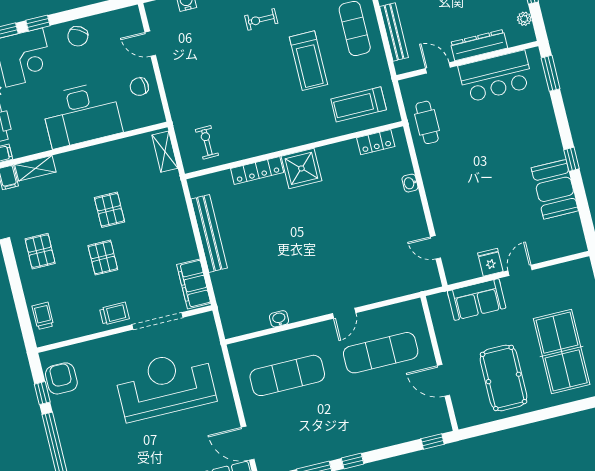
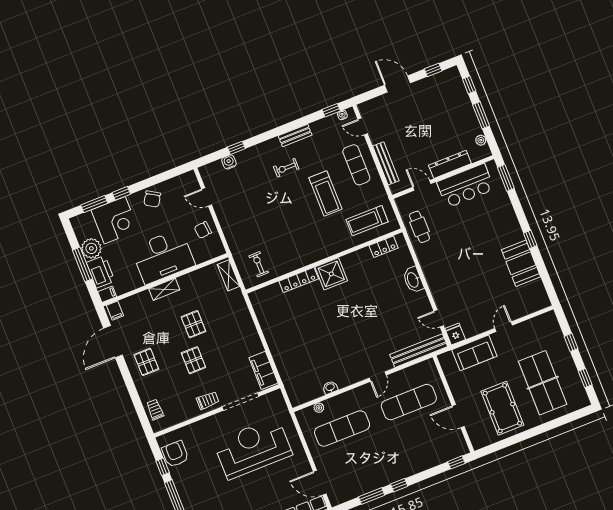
shelving: (35, 168) -> (164, 289), moved
washbasin: (410, 183) -> (413, 280), width x1.91, depth x1.45
bench: (209, 233) -> (419, 351), moved, turned 90
fridge: (490, 262) -> (455, 334), moved
plant: (260, 343) -> (319, 408), added

